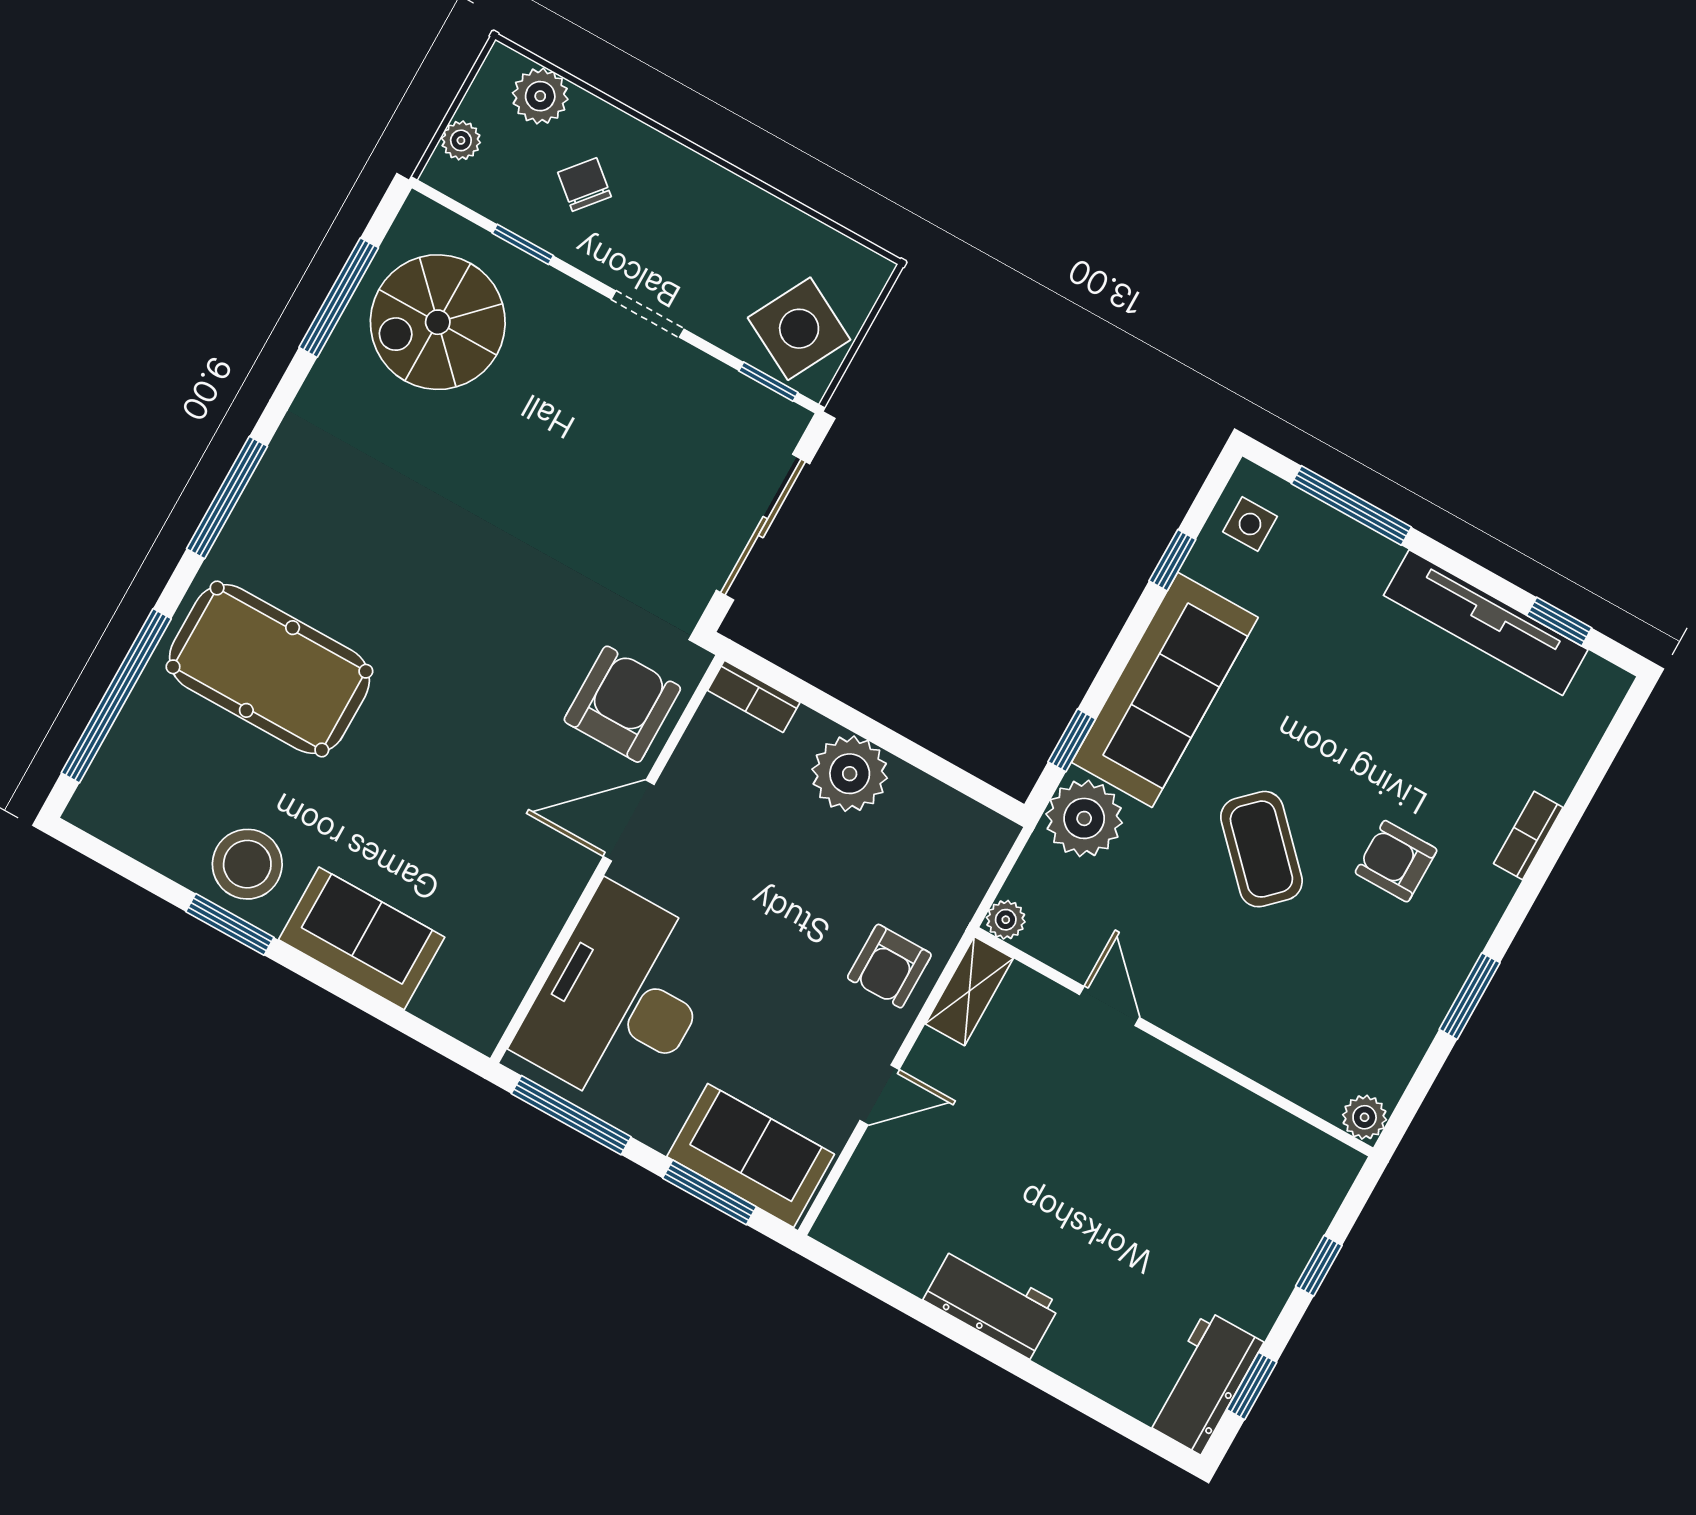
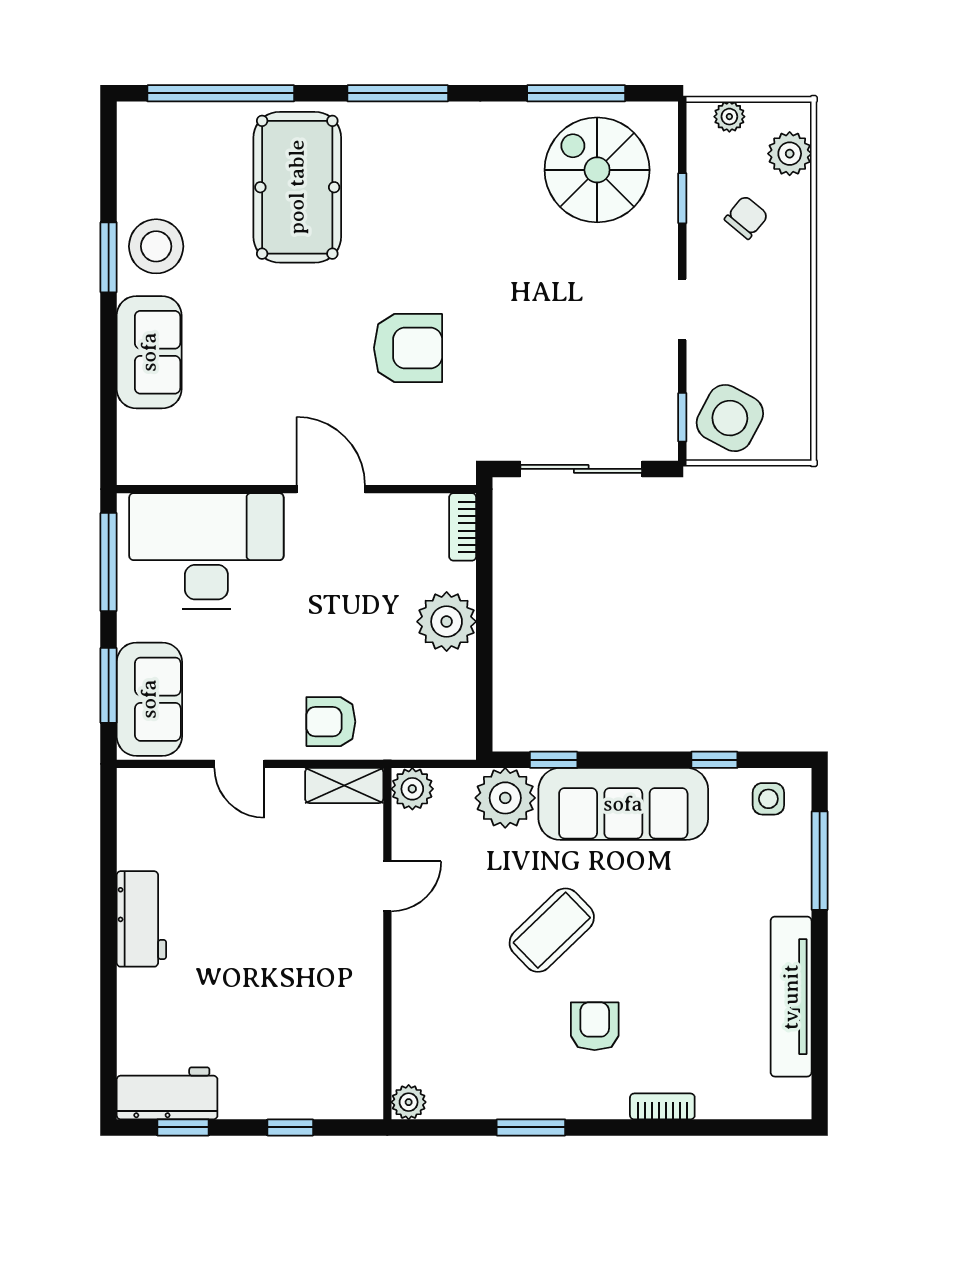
window: (1559, 622) -> (820, 1046), removed
armchair: (622, 704) -> (408, 348), moved
plant: (1006, 920) -> (412, 789), width x1.38, depth x1.38

